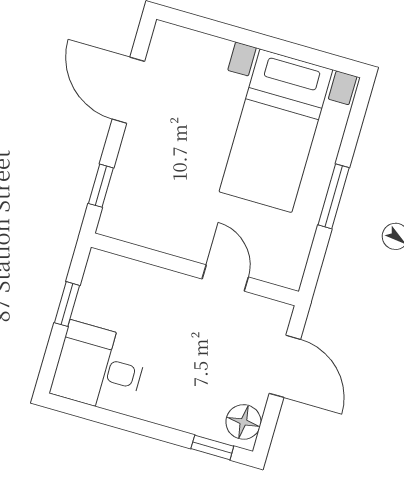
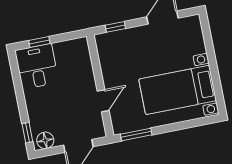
window: (334, 196) -> (136, 134), moved
window: (67, 304) -> (39, 42), moved

